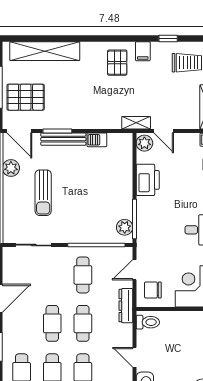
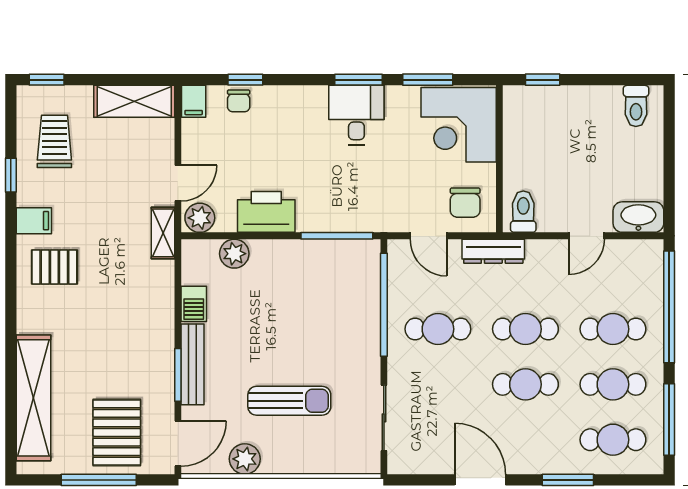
plant: (125, 227) -> (234, 254), moved

